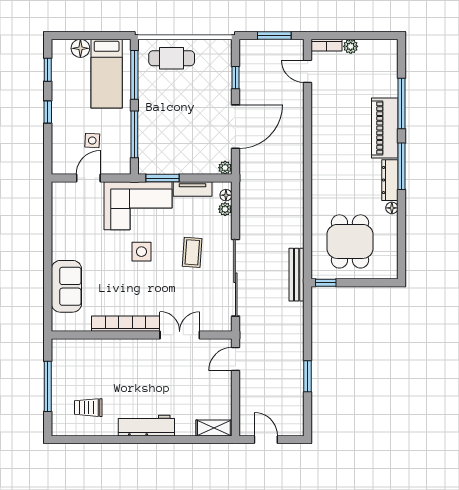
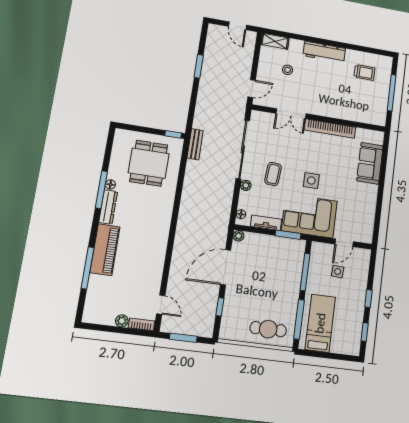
floor lamp: (80, 48) -> (338, 346), removed
window: (401, 166) -> (101, 190), moved
plant: (225, 209) -> (246, 185), moved
bench: (297, 275) -> (195, 144), width x0.73
stool: (192, 392) -> (288, 70), added

